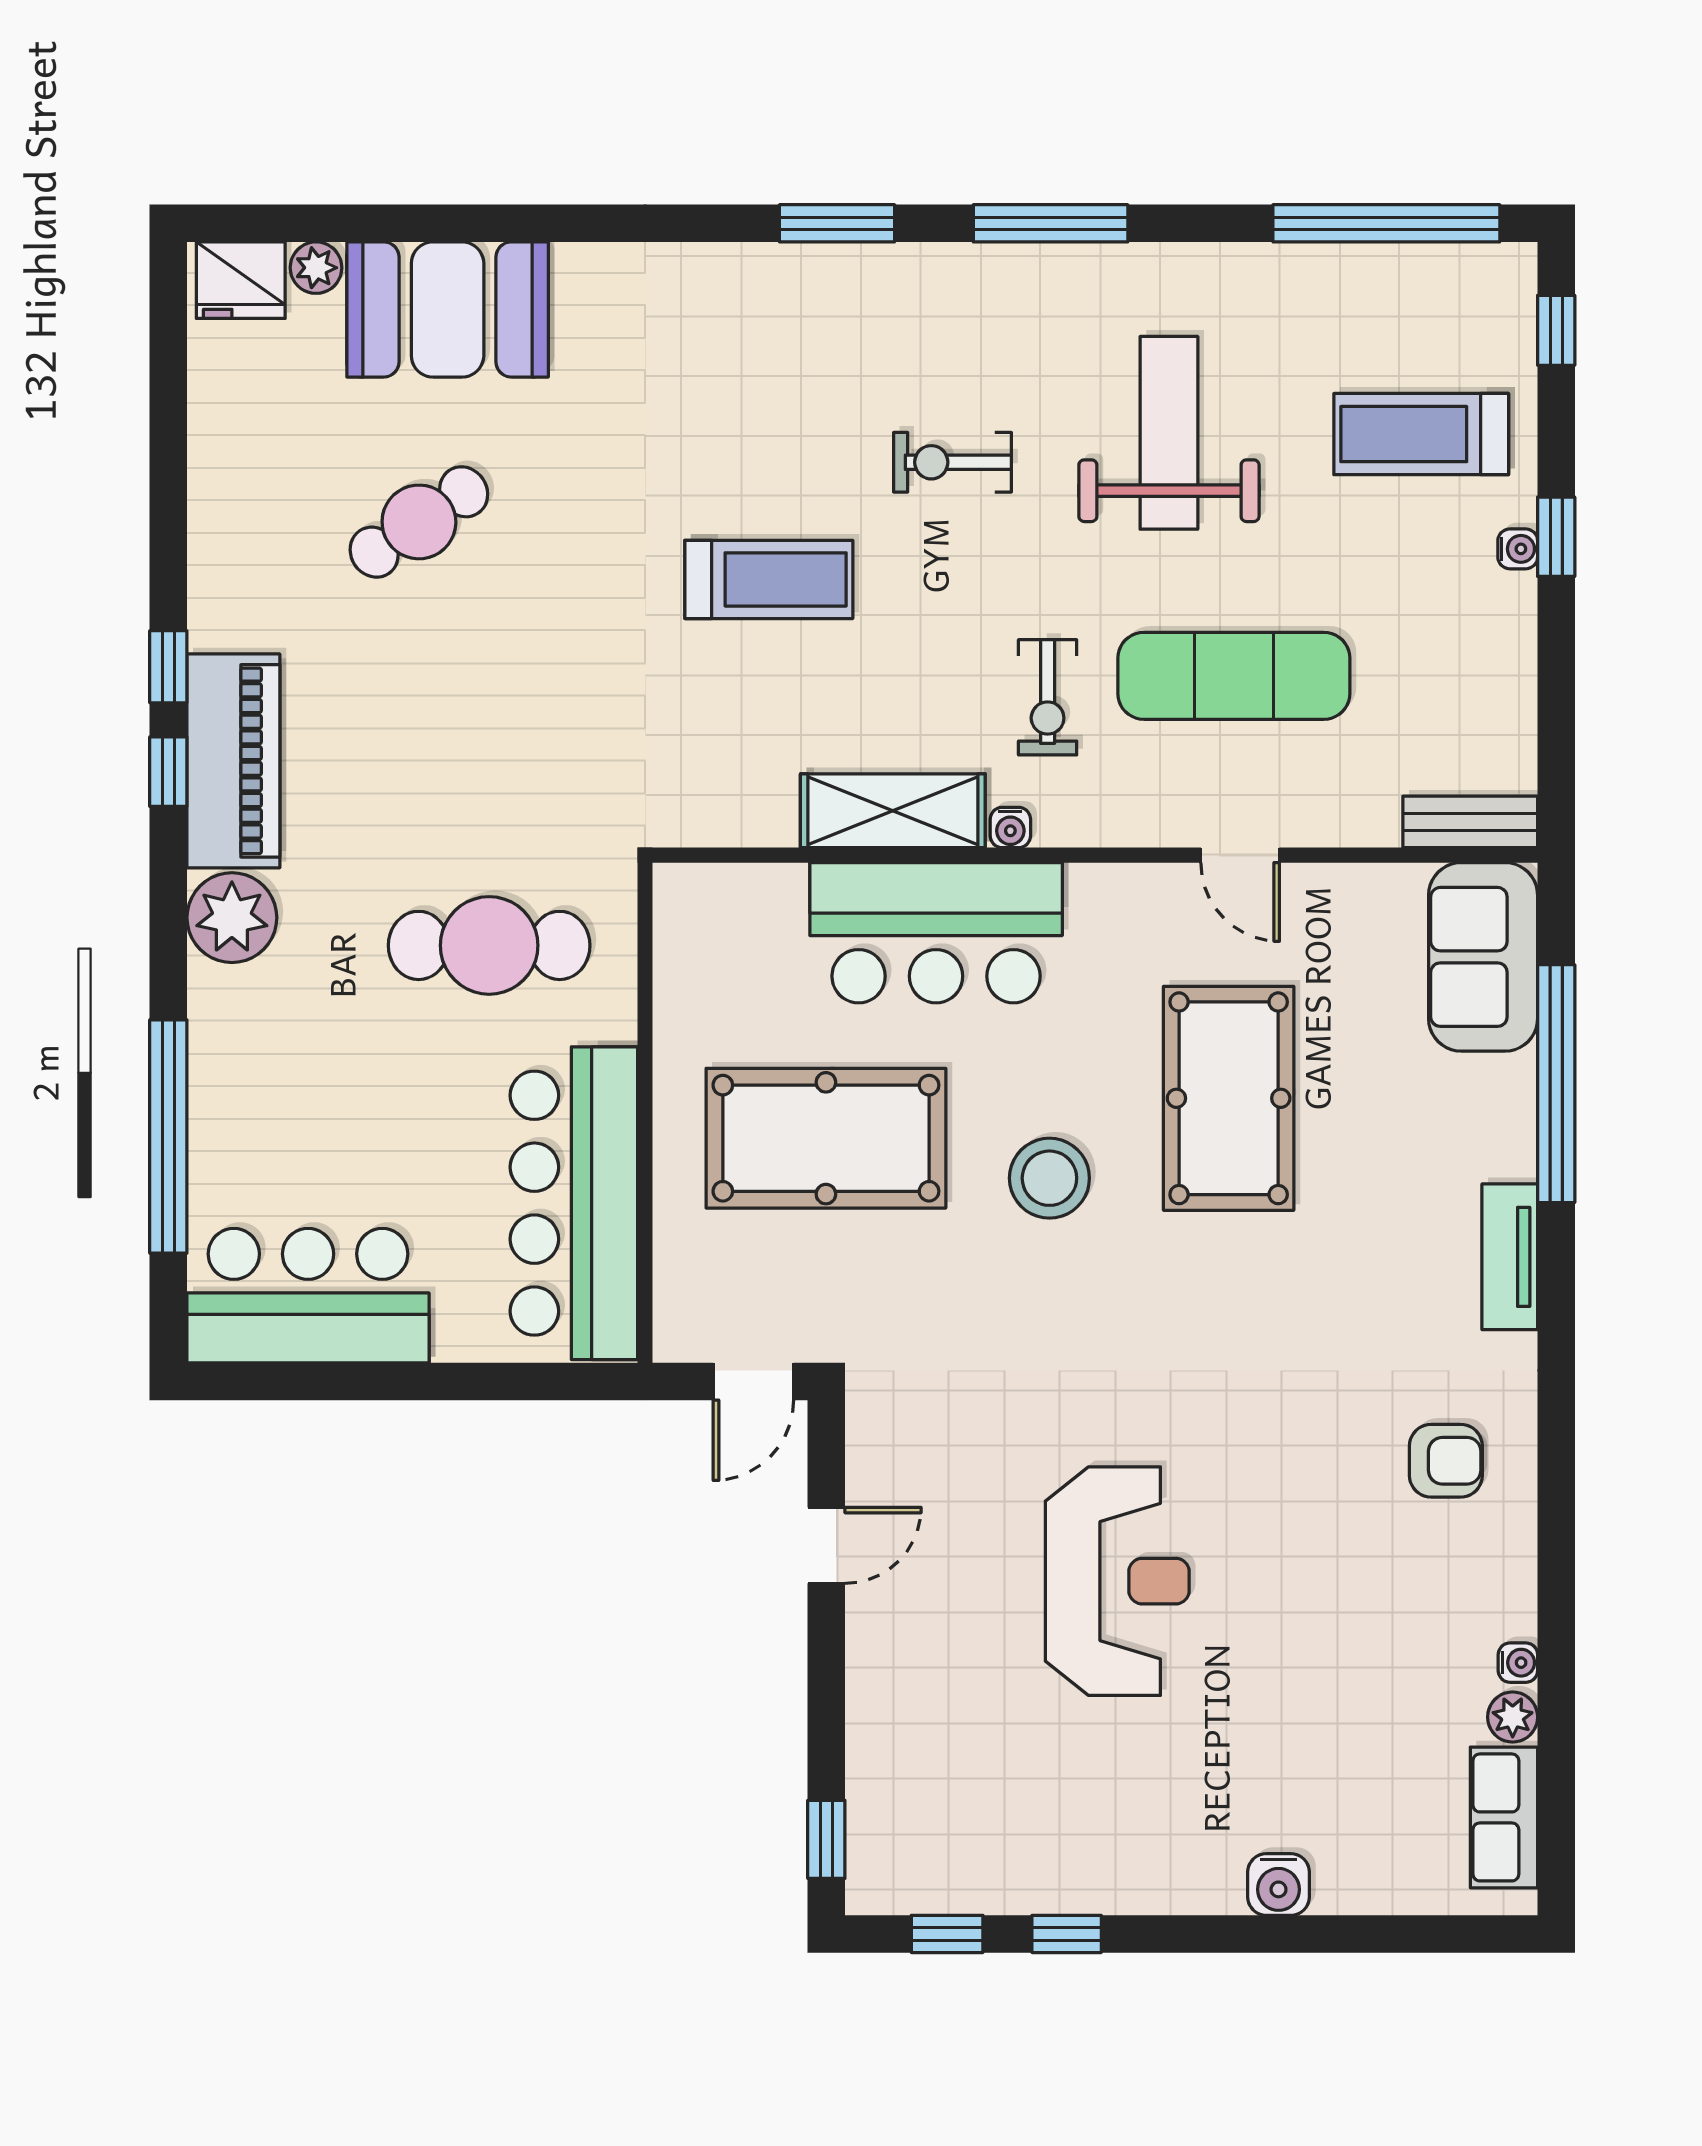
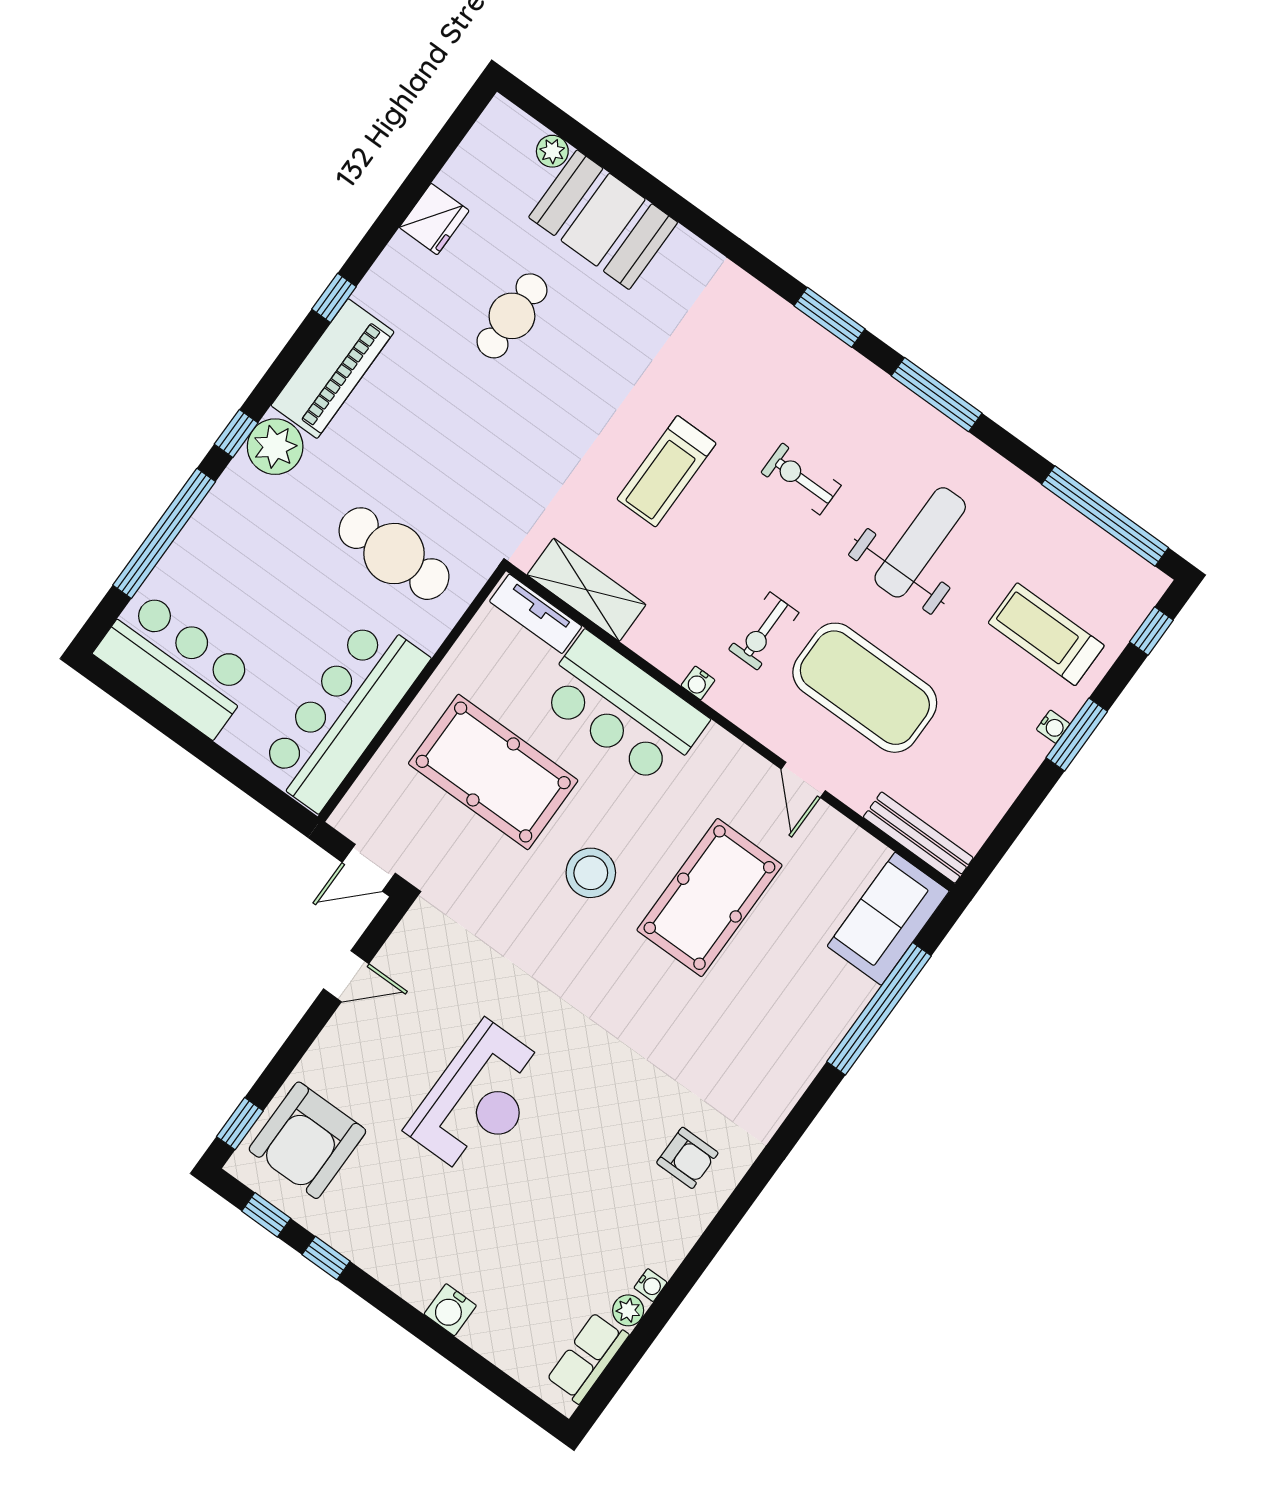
fridge: (241, 280) -> (434, 219), moved, turned -90
cafe table: (419, 522) -> (512, 316), turned -56
window: (1556, 537) -> (1077, 735), width x1.50
treadmill: (769, 579) -> (667, 471), turned 90
exercise mat: (1234, 676) -> (865, 688), width x1.47
window: (168, 772) -> (236, 433), moved
shelving: (893, 811) -> (587, 590), moved
bench: (1470, 822) -> (918, 838), width x1.36
tv unit: (1510, 1257) -> (536, 614), moved, turned -90
armchair: (931, 1797) -> (307, 1140), added

